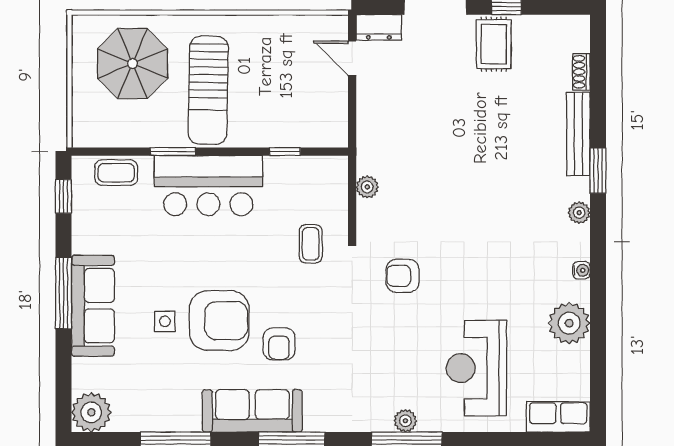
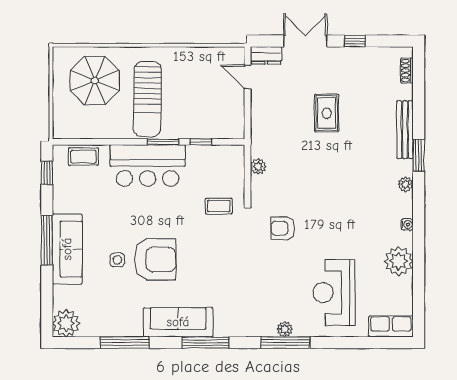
rug: (494, 44) -> (327, 113), moved
shoe rack: (581, 72) -> (407, 71), moved
window: (173, 152) -> (163, 142), moved
coffee table: (311, 244) -> (219, 206), turned 90
armchair: (279, 344) -> (197, 276), removed

